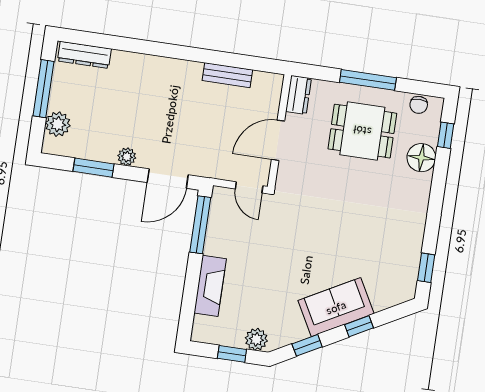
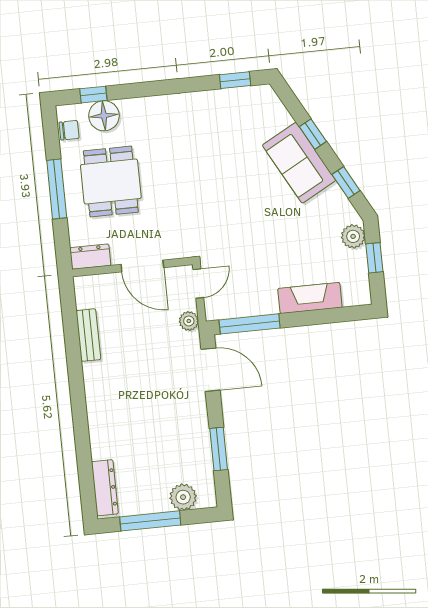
plant: (127, 157) -> (189, 321), moved
floor lamp: (421, 158) -> (104, 116), moved

